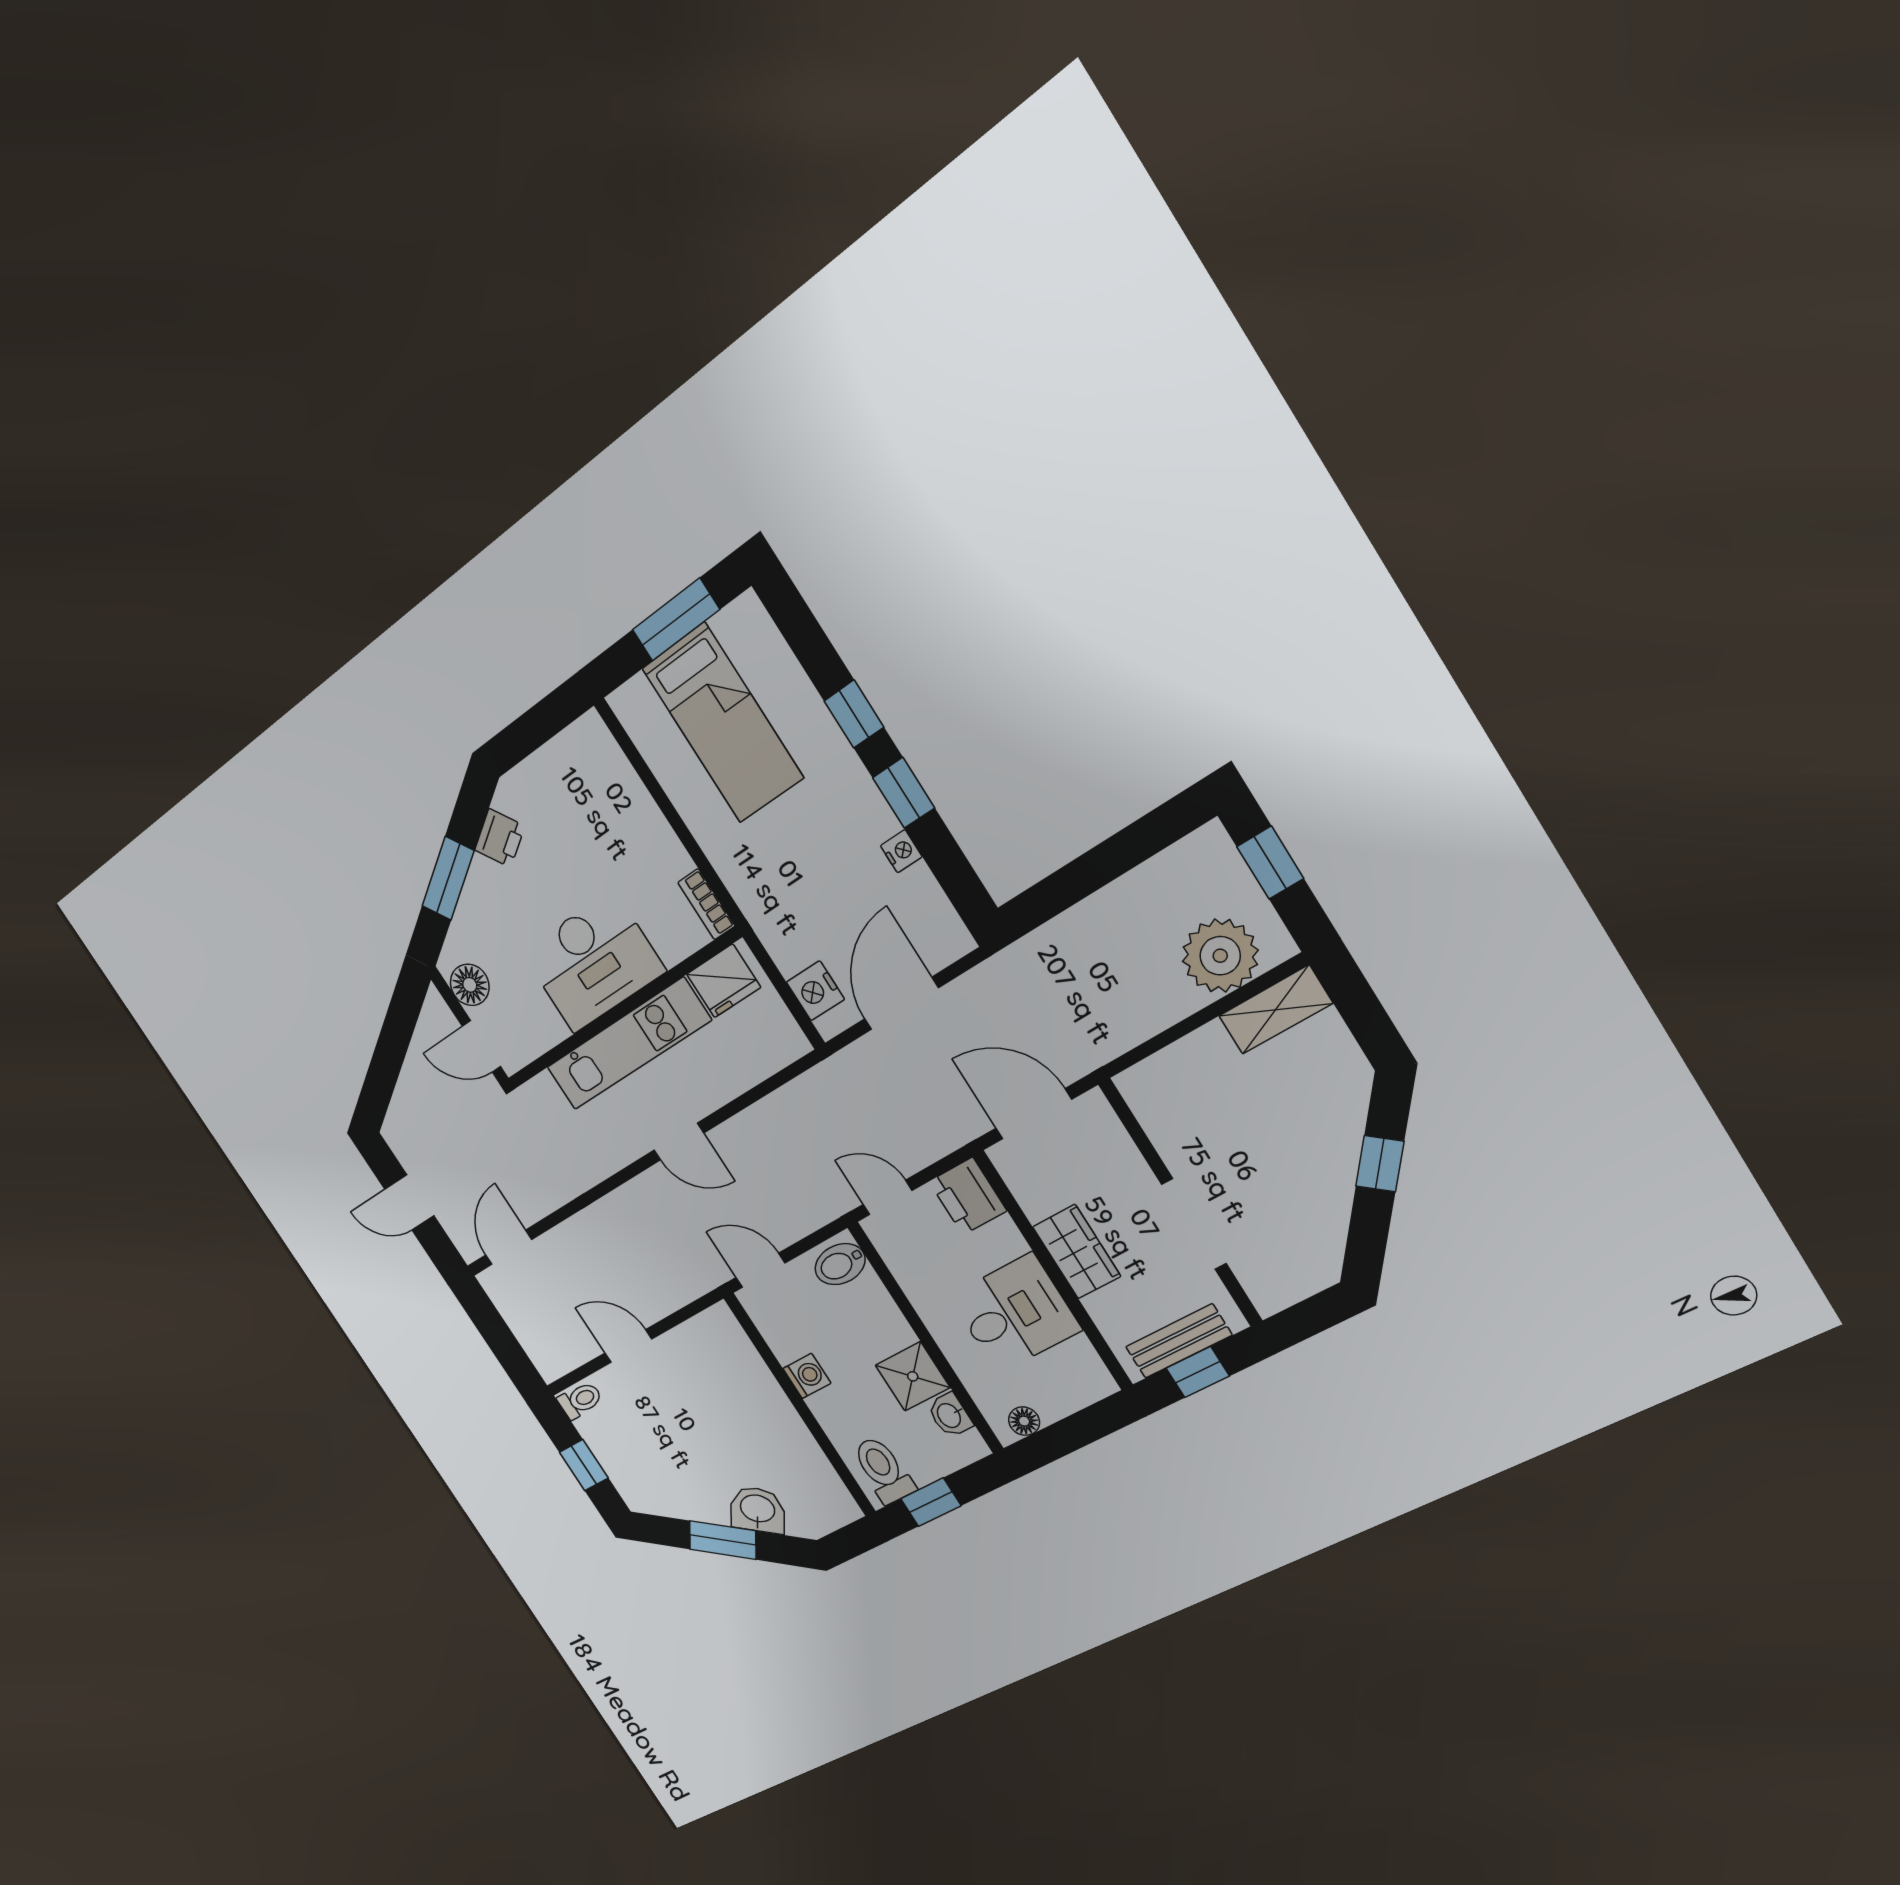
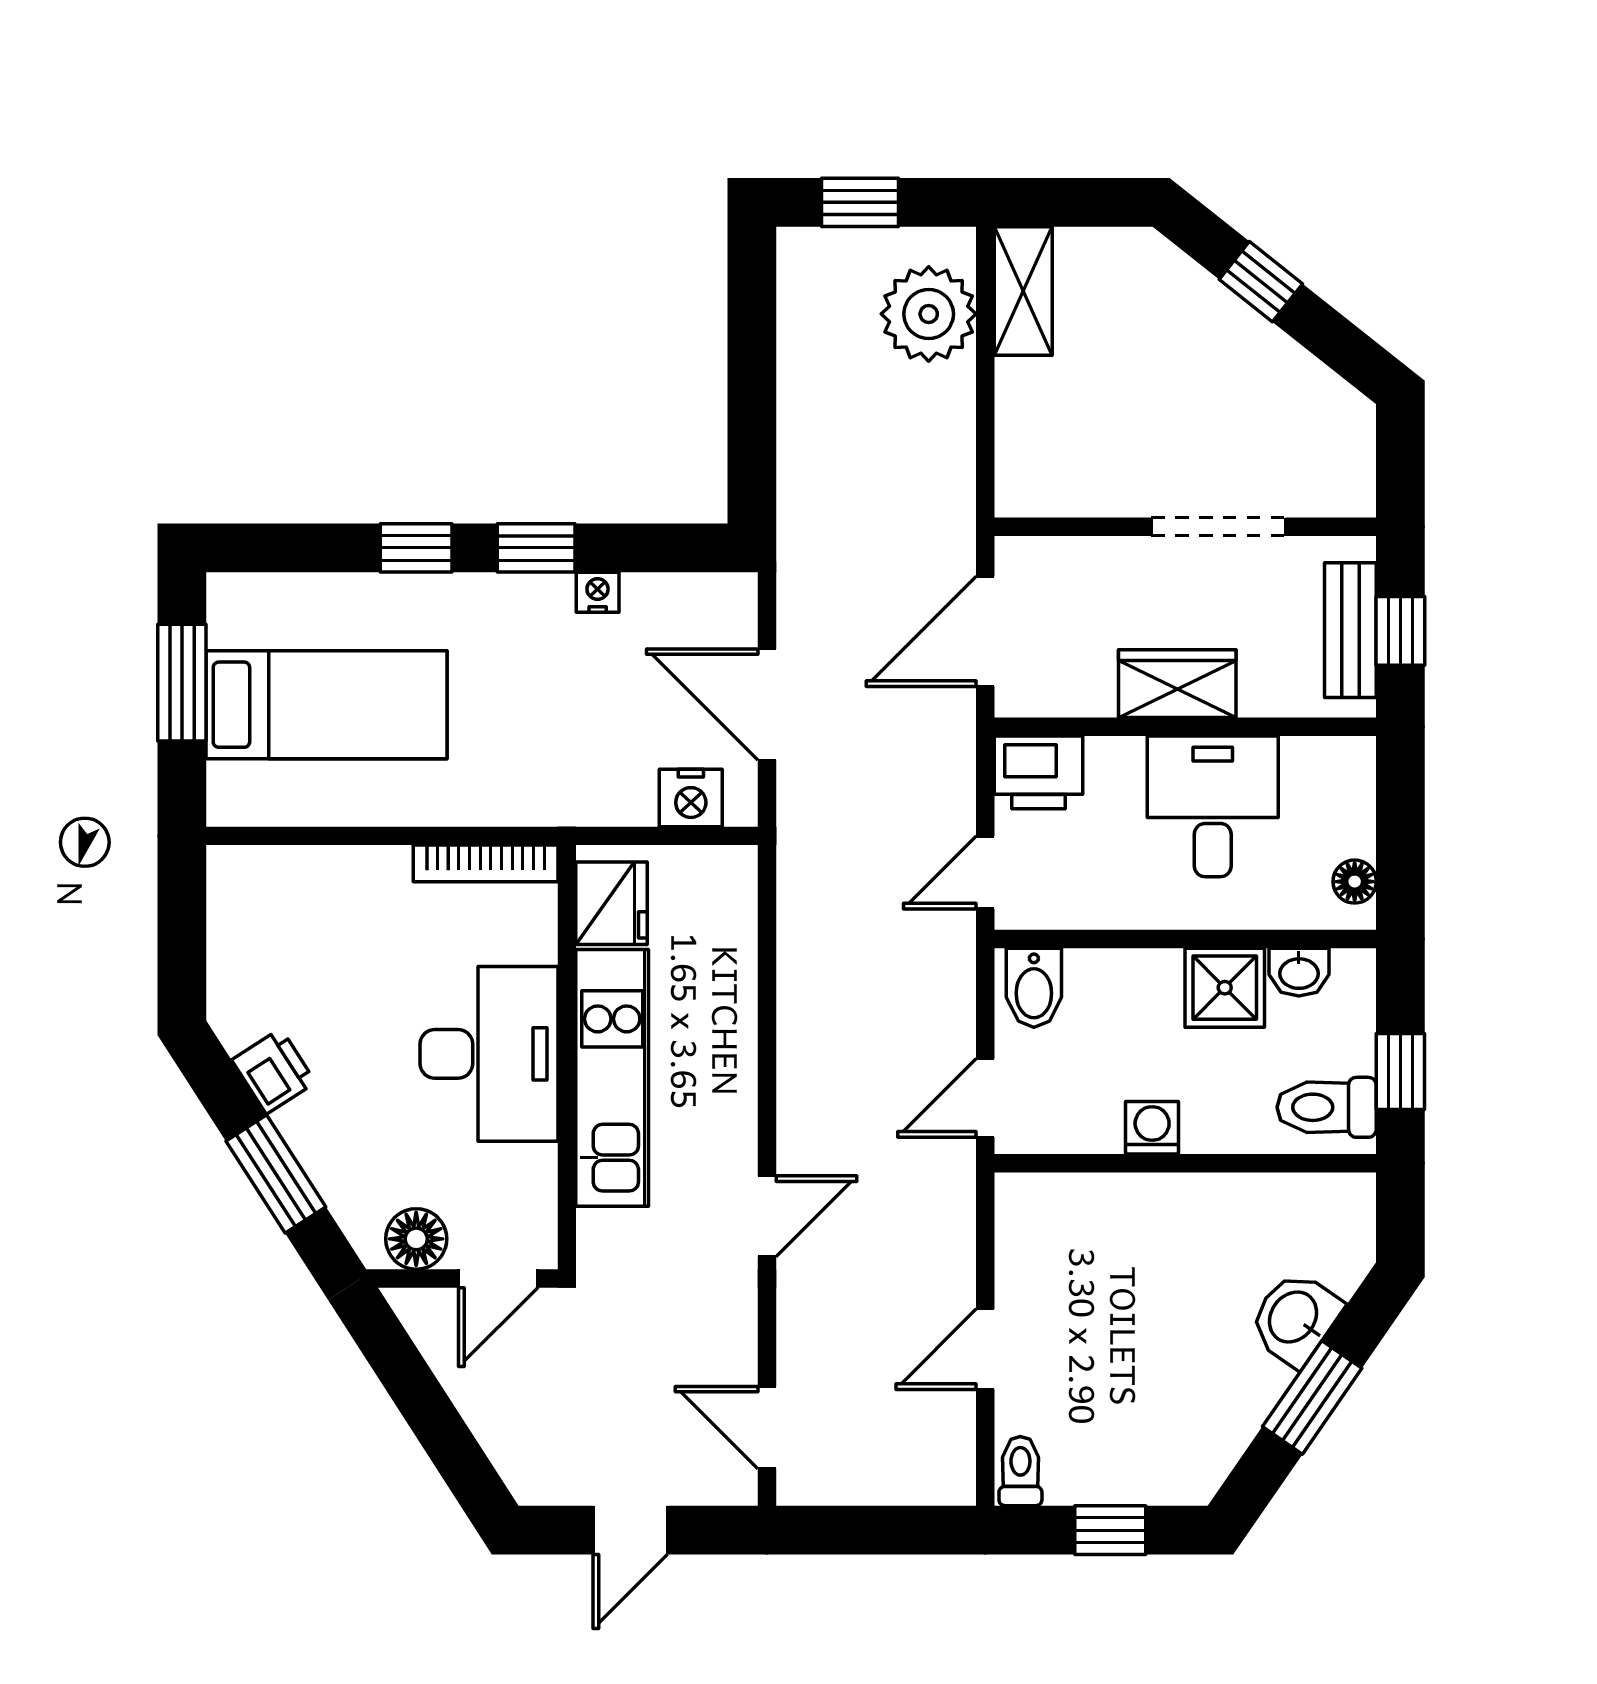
bookcase: (706, 904) -> (486, 863), width x1.56
door: (679, 1142) -> (767, 1216), moved

